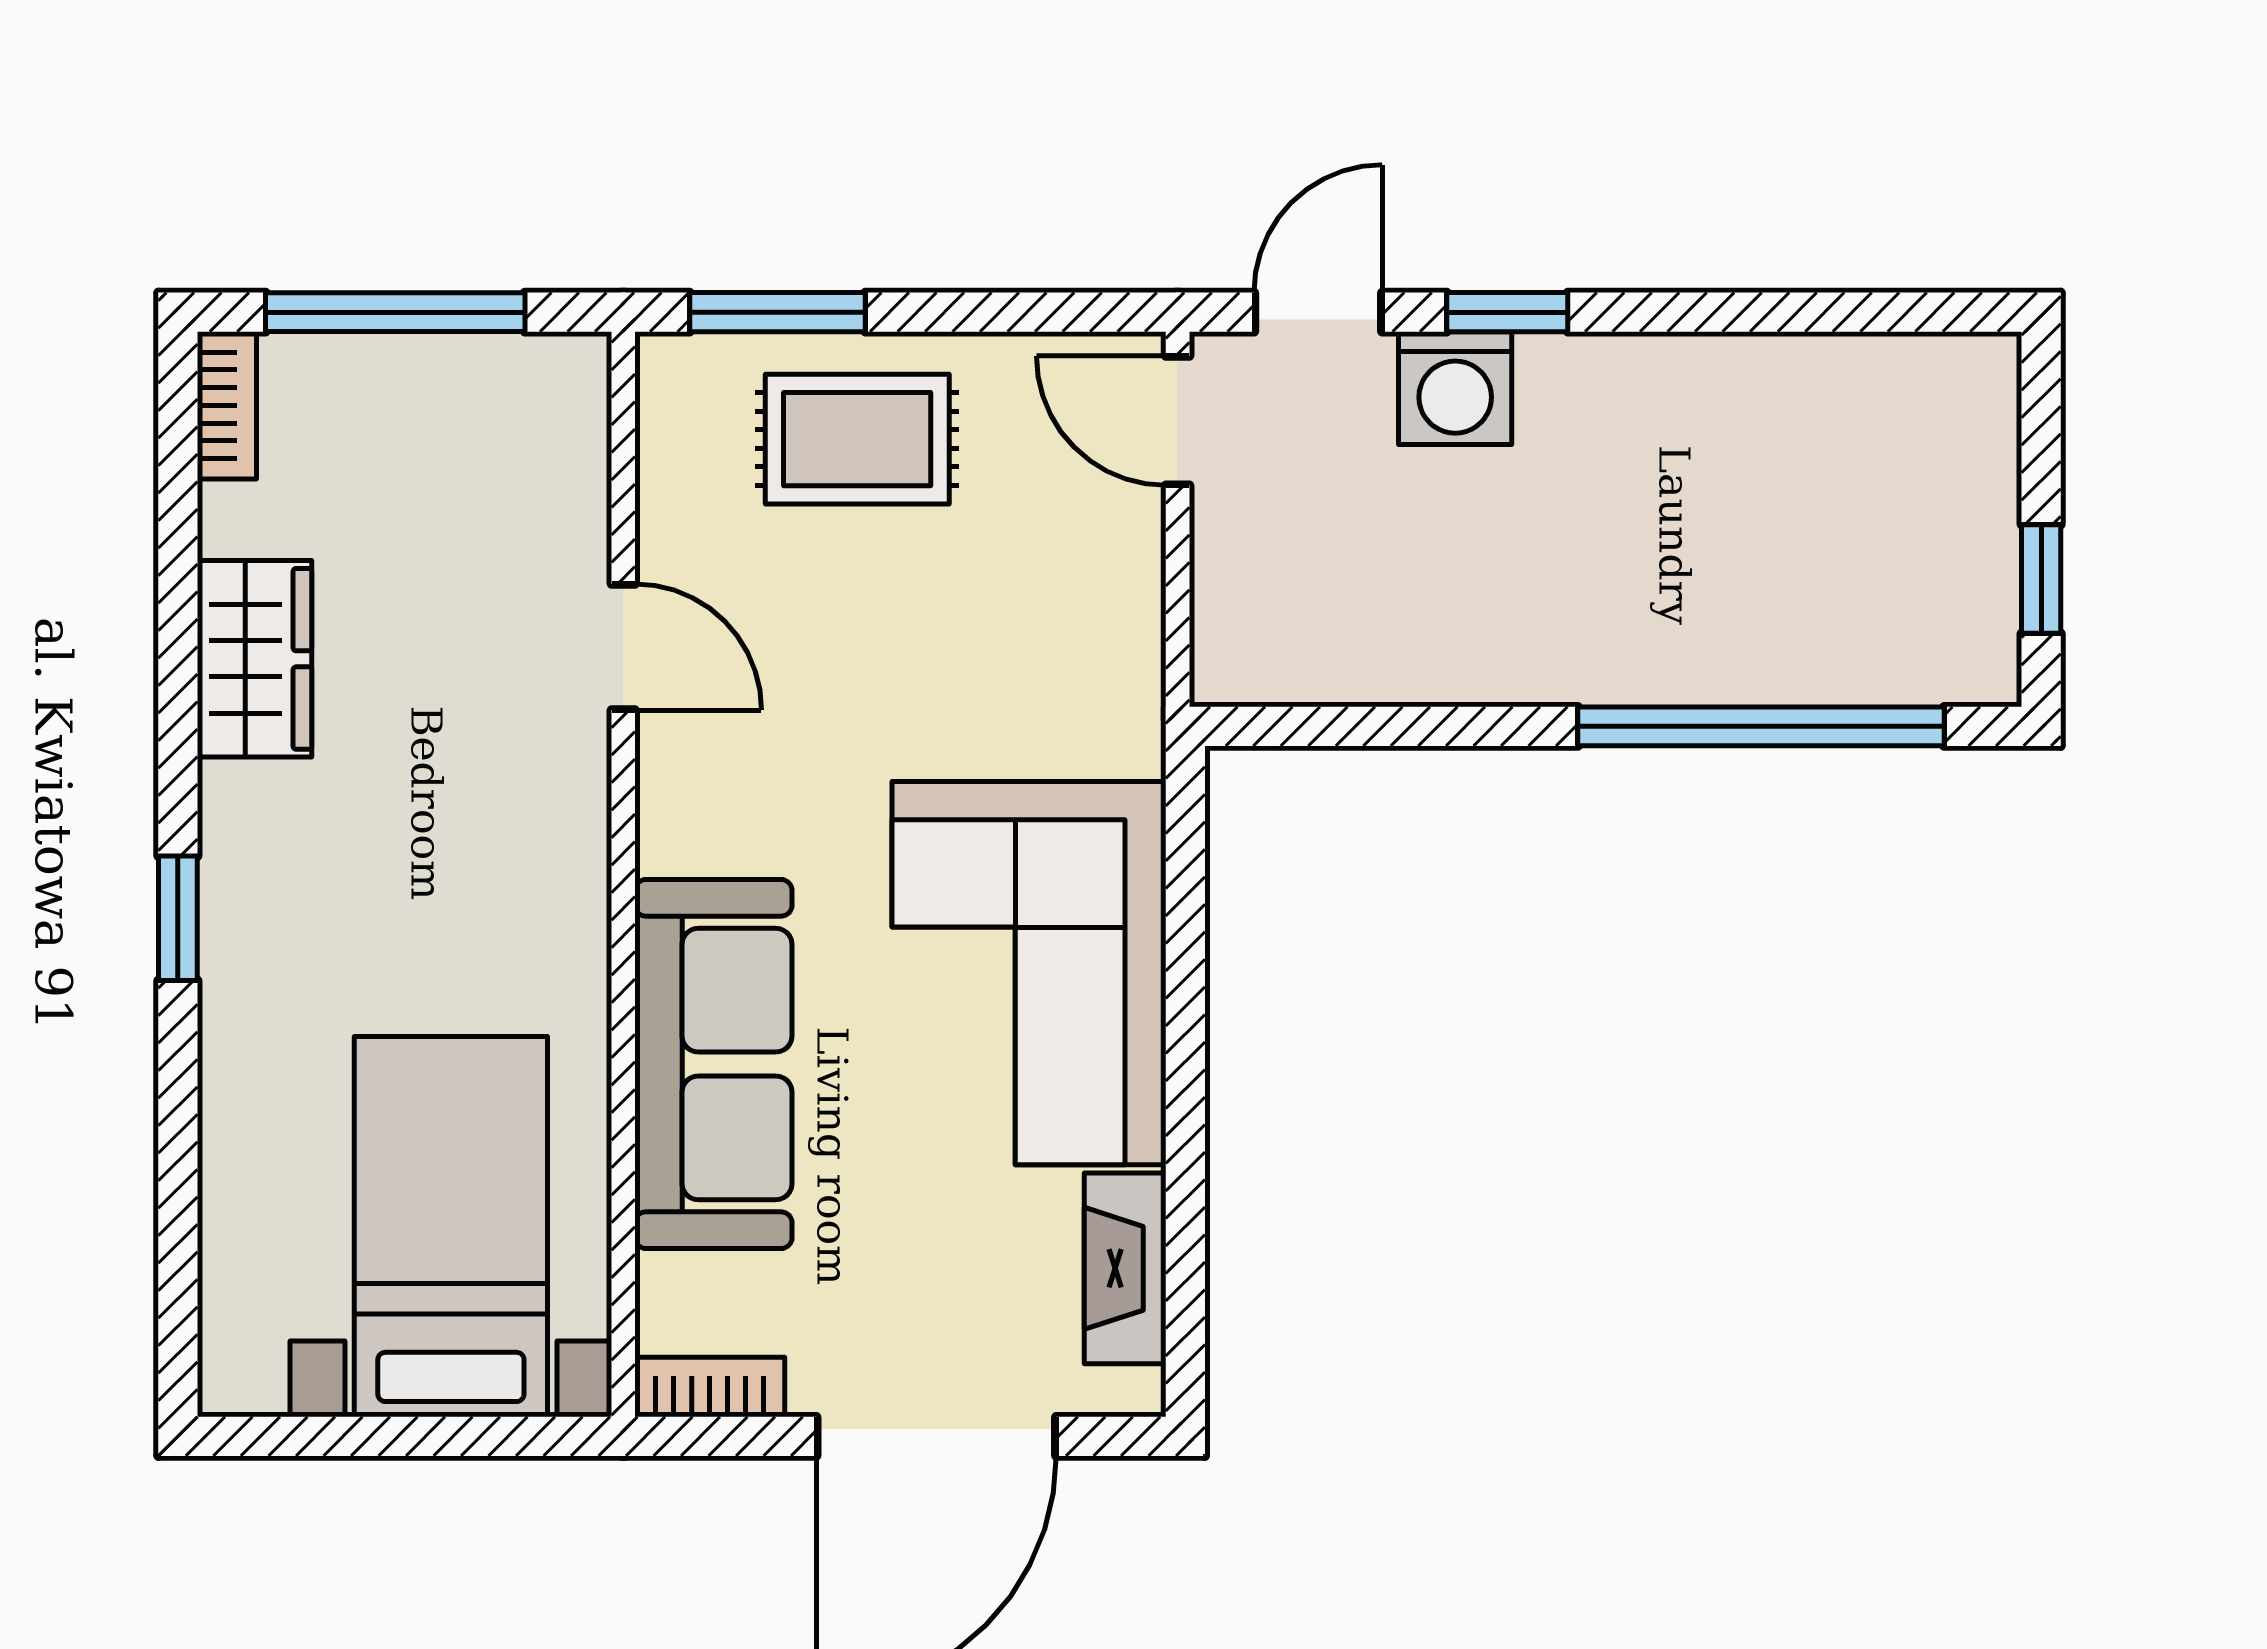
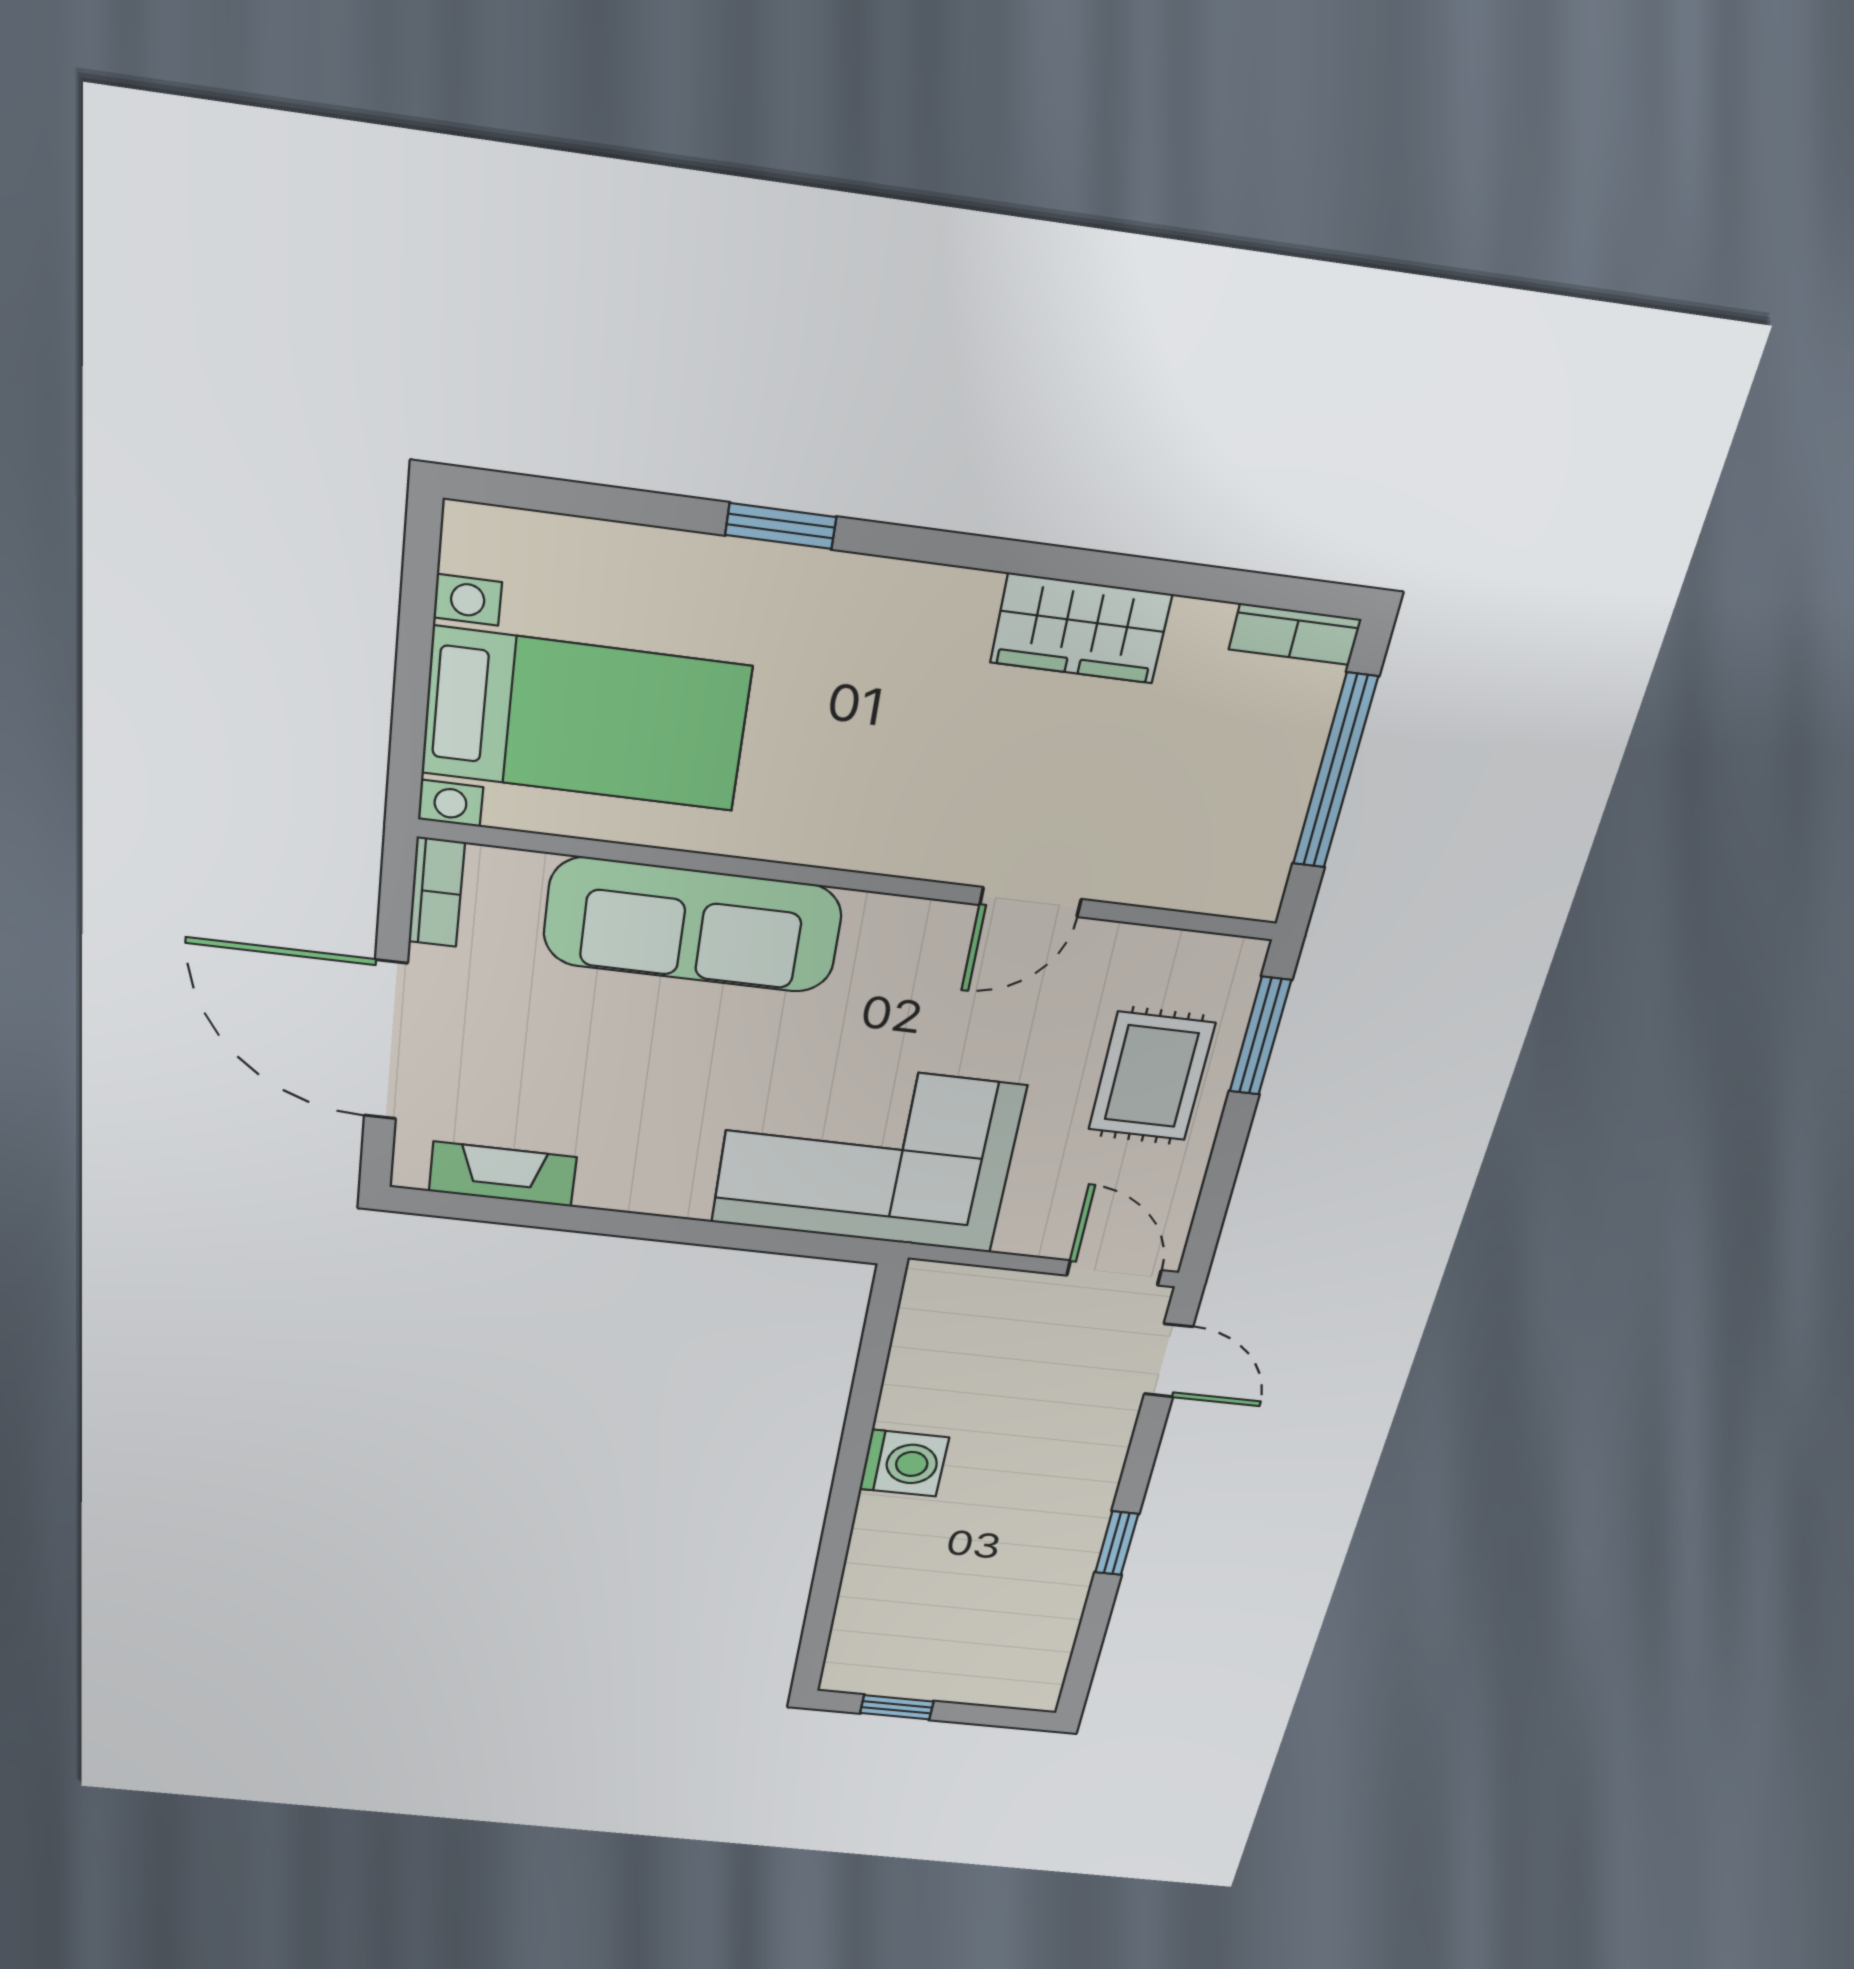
window: (1507, 312) -> (1117, 1543), moved
washing machine: (1455, 388) -> (904, 1463), moved, turned 180
door: (1178, 421) -> (1114, 1273), hinge flipped
window: (1761, 726) -> (830, 1564), removed
window: (178, 918) -> (781, 526), moved
corner sofa: (1029, 973) -> (867, 1155), moved

